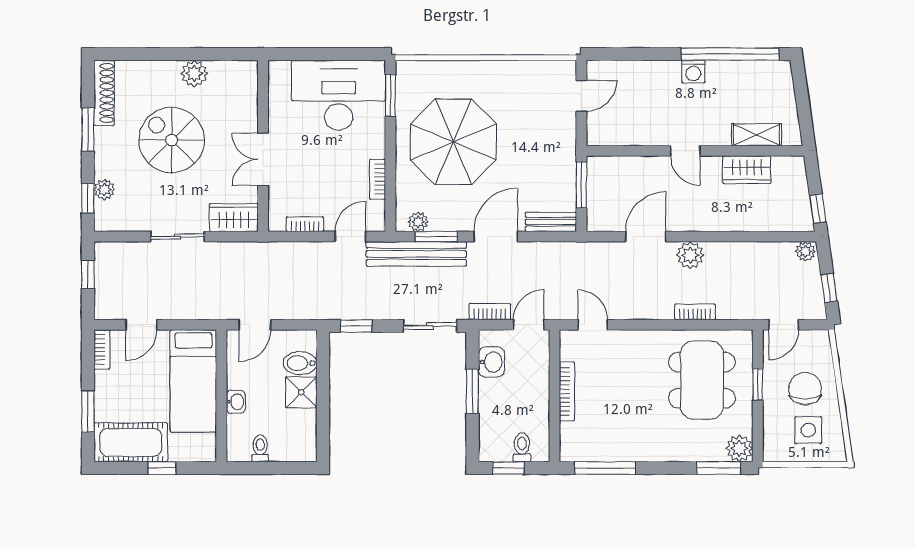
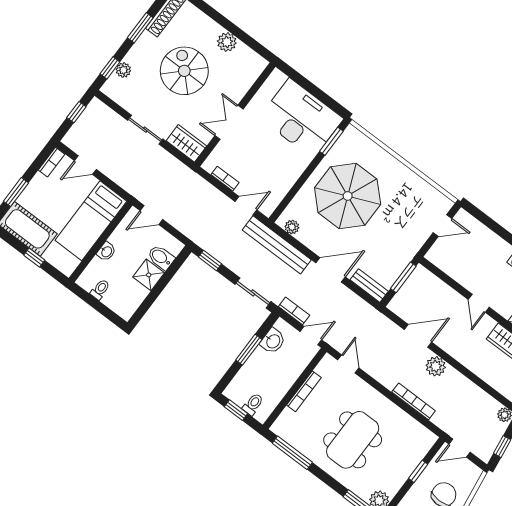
bookcase: (377, 179) -> (287, 184), removed
window: (436, 237) -> (296, 244), removed
bookcase: (695, 312) -> (414, 401), width x1.56
dining table: (702, 380) -> (353, 440), moved

